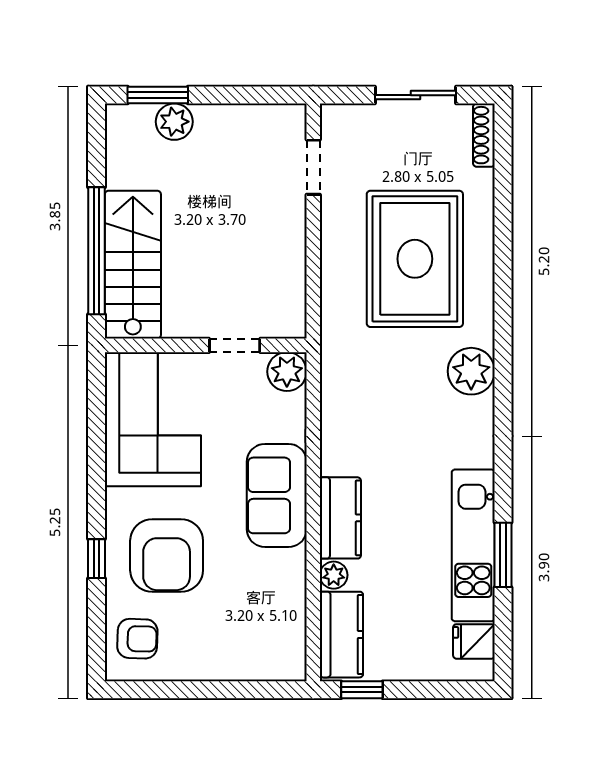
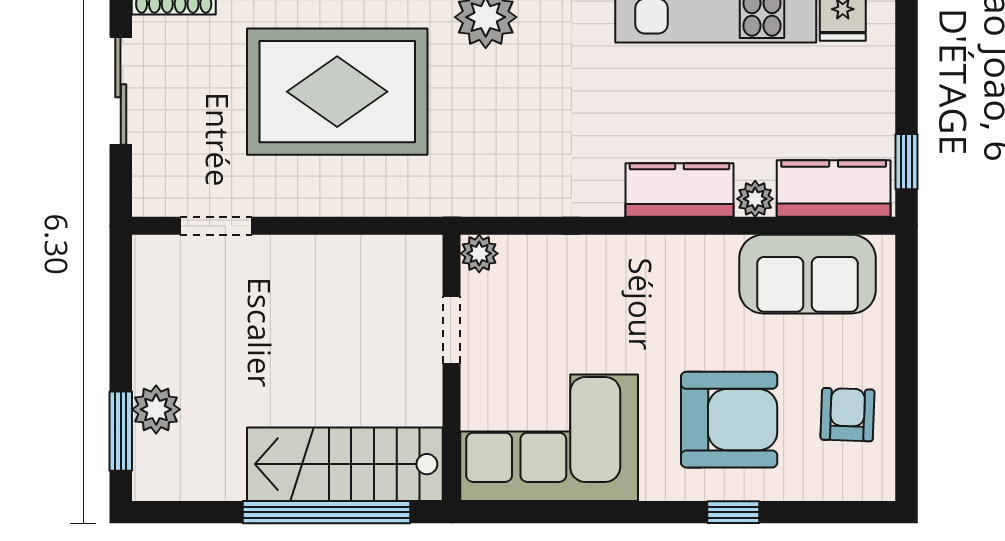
plant: (287, 372) -> (479, 253), width x0.73, depth x0.73
sofa: (277, 495) -> (807, 274), moved
armchair: (137, 639) -> (847, 415), moved

